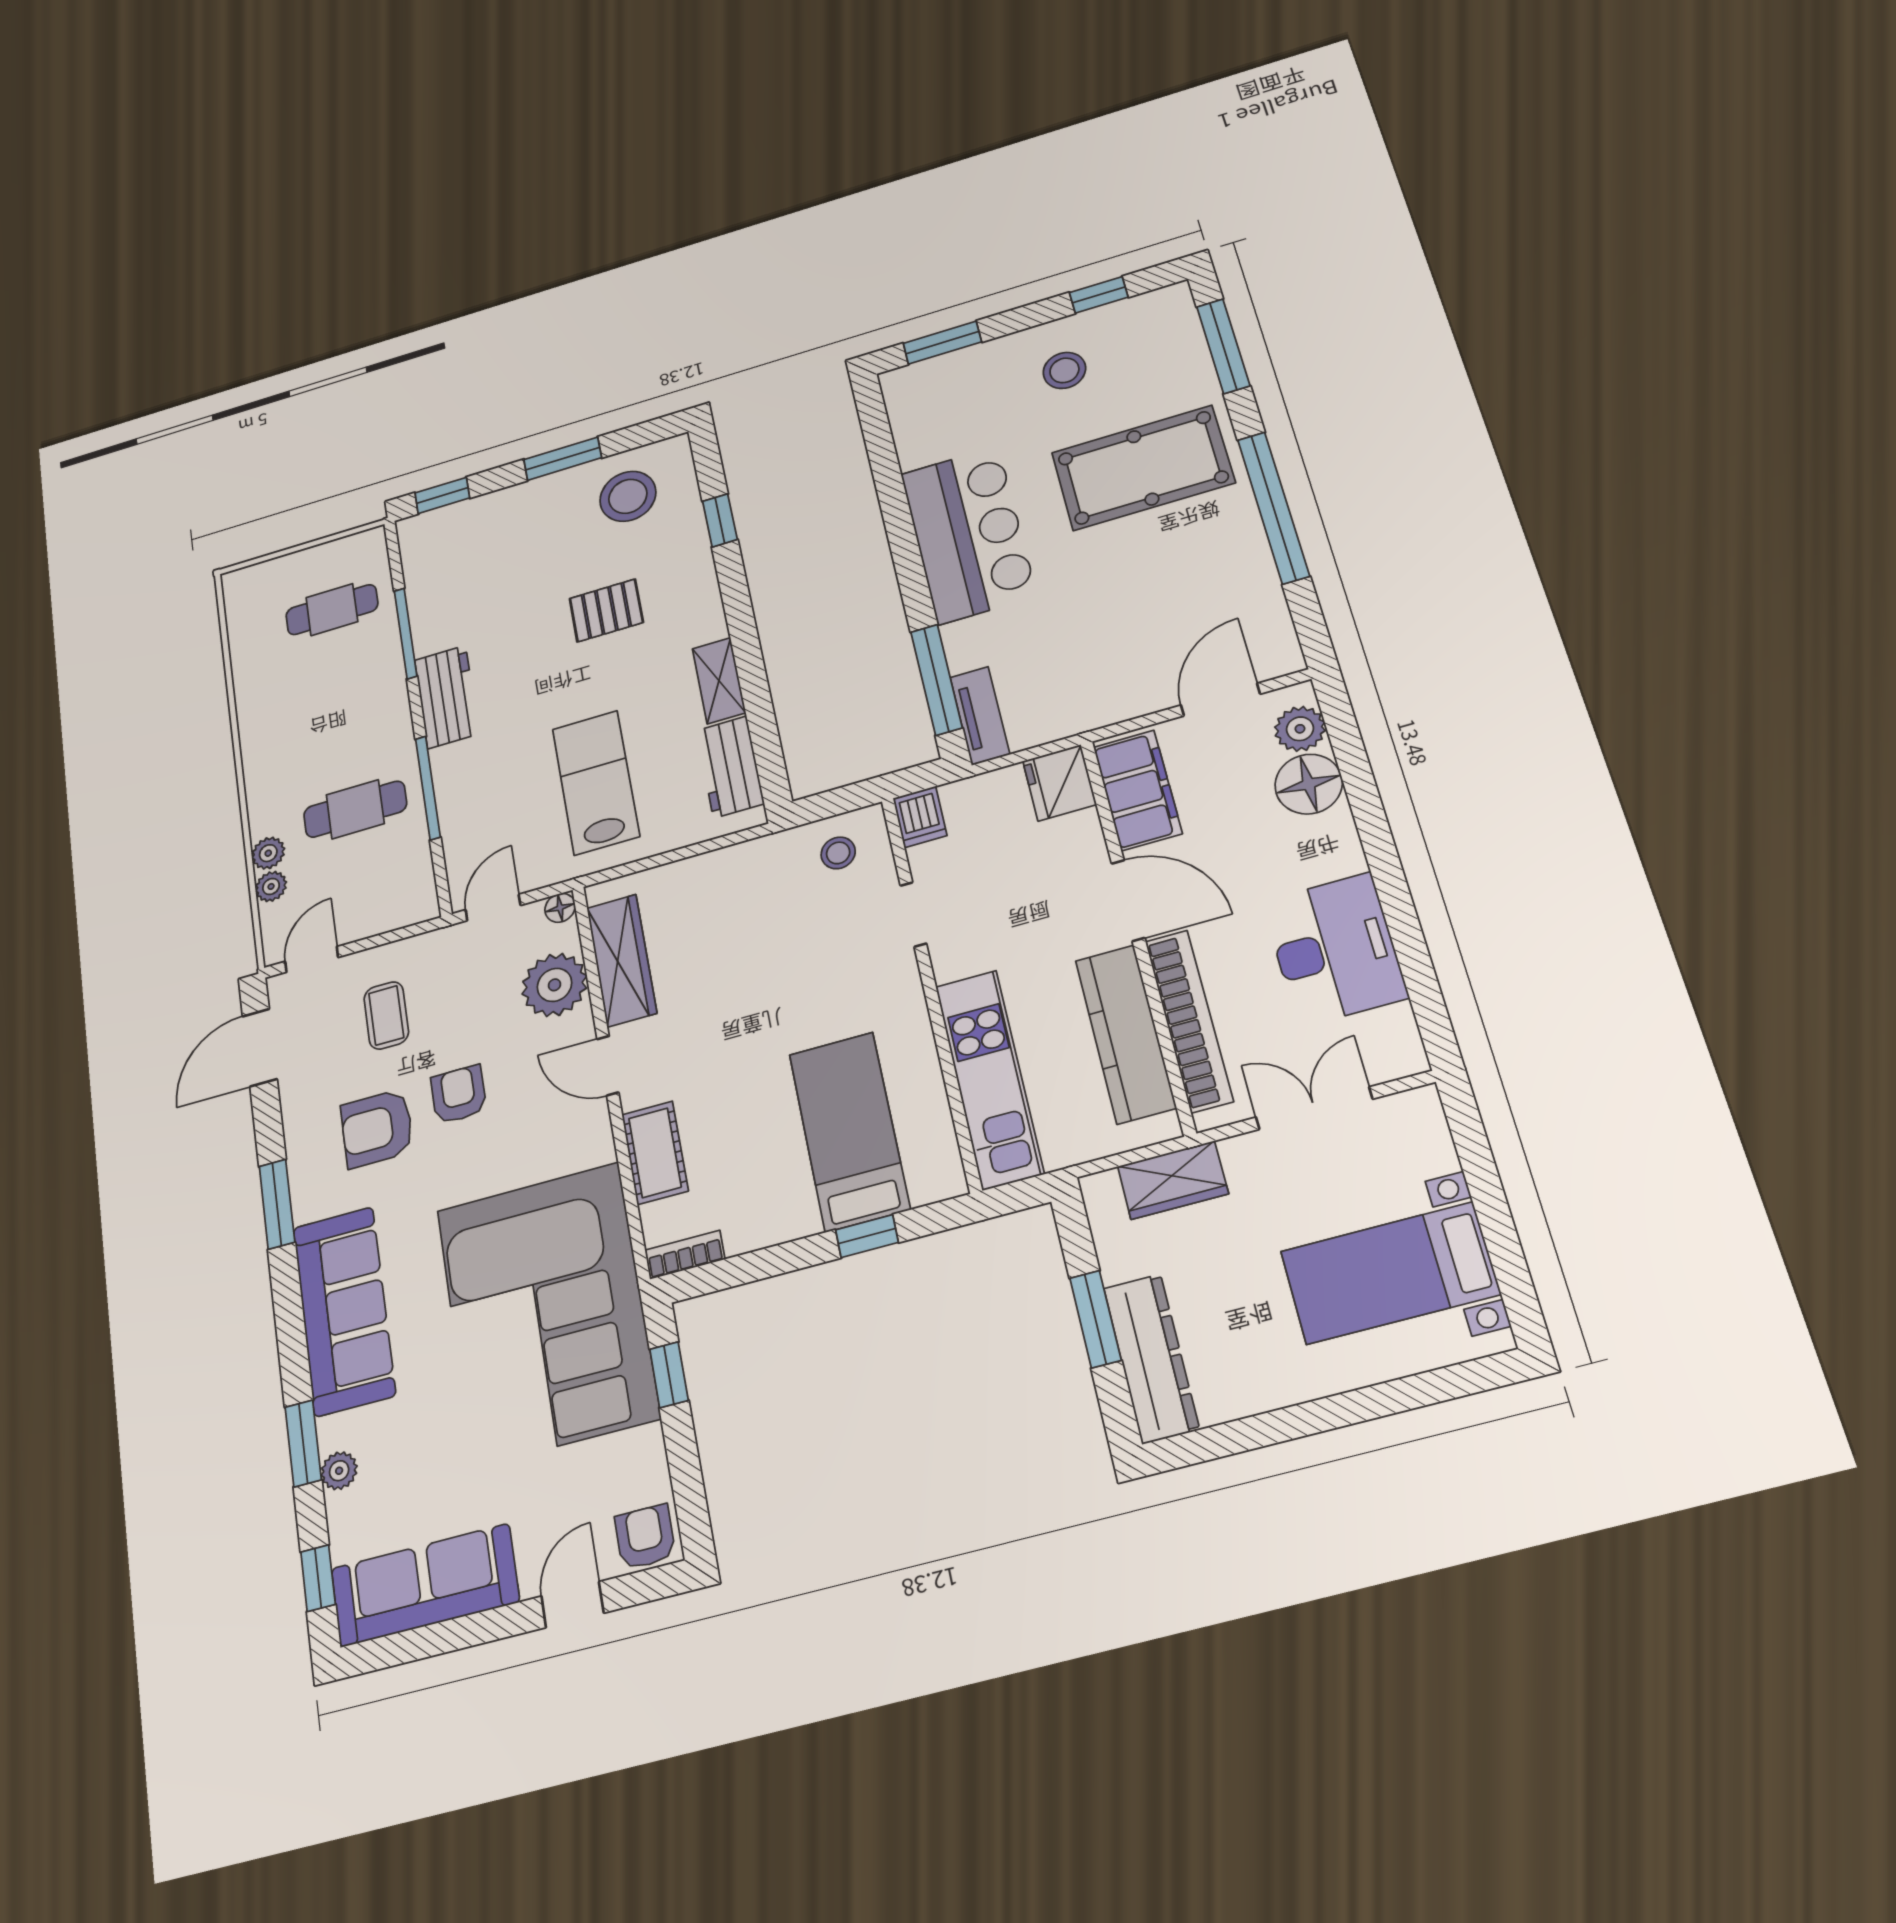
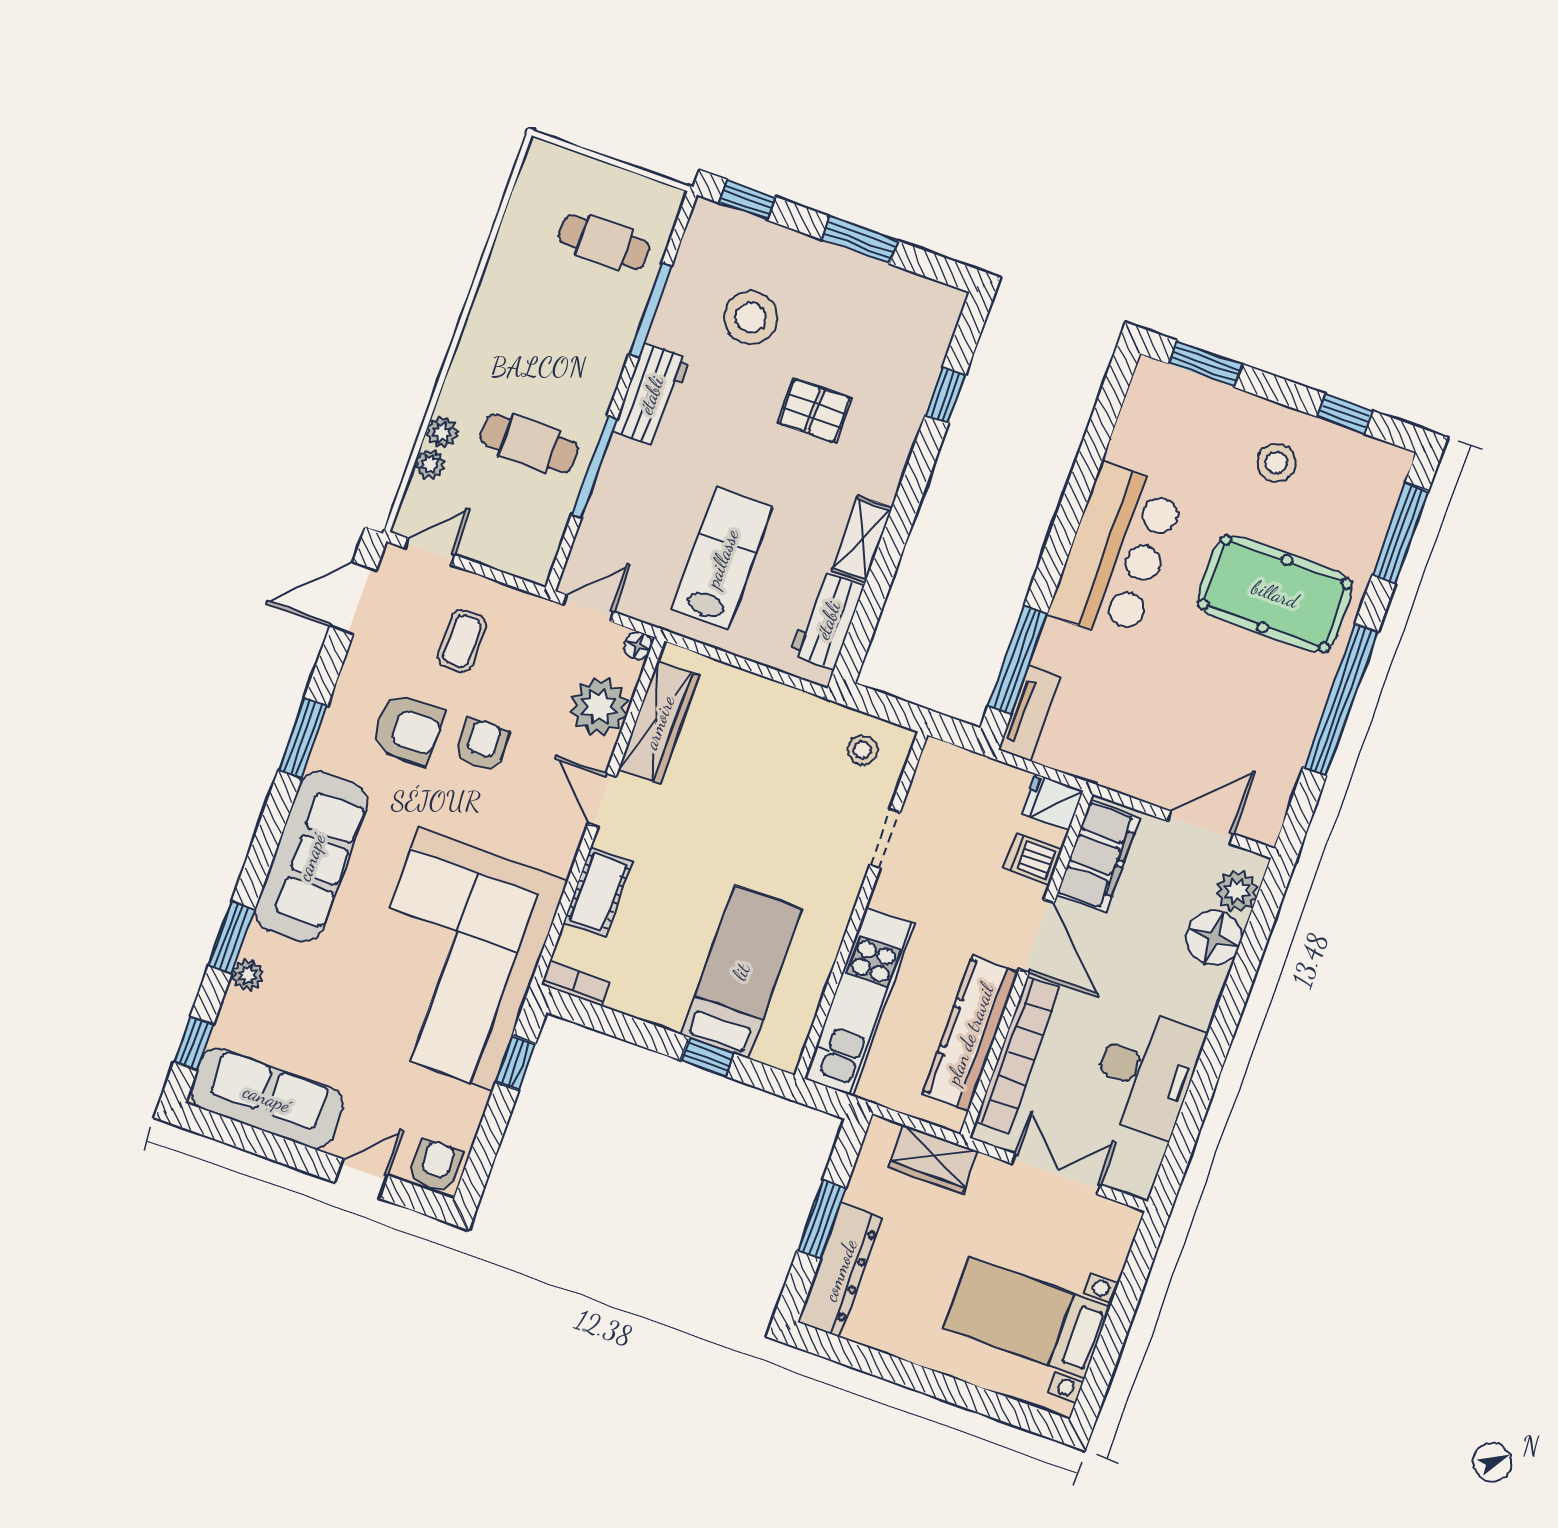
stool: (628, 496) -> (751, 317), moved
fridge: (1060, 783) -> (1052, 802), width x0.72
dishwasher: (920, 817) -> (1033, 859), moved, turned 90
armchair: (377, 1128) -> (408, 729), turned 180

